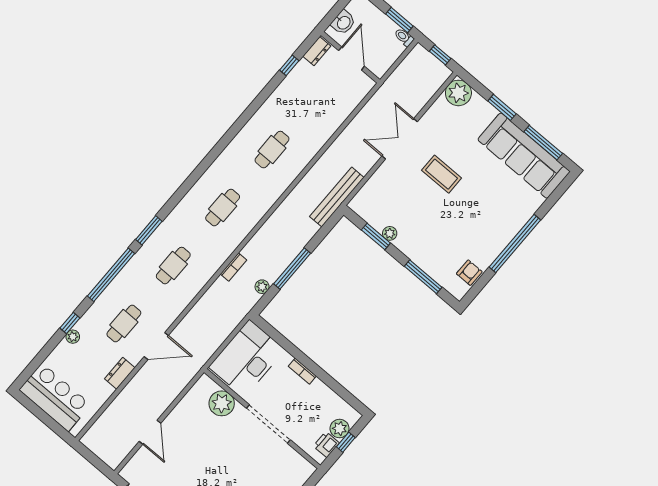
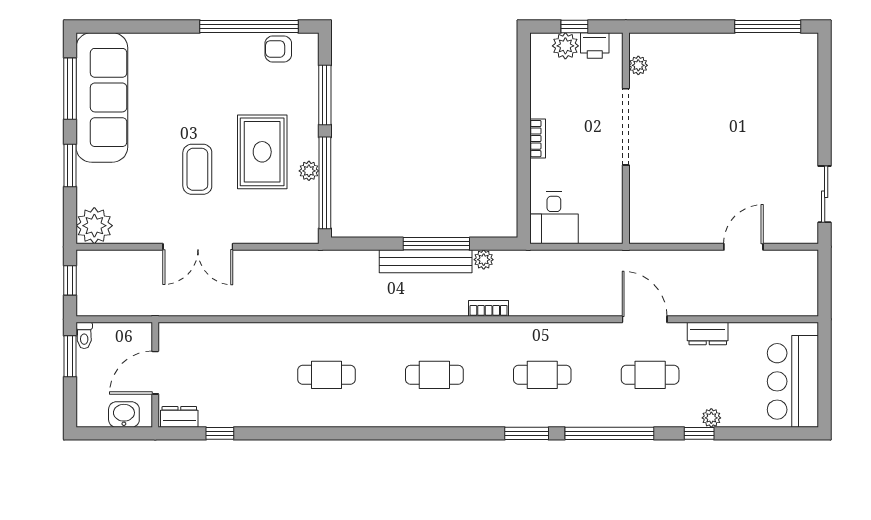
bench: (337, 197) -> (426, 261), moved
rug: (421, 217) -> (262, 152), added
window: (376, 236) -> (325, 183), width x2.11
window: (515, 244) -> (249, 26), moved
desk: (247, 358) -> (554, 218), width x0.53, depth x0.77
plant: (222, 403) -> (638, 65), moved, width x0.53, depth x0.53

